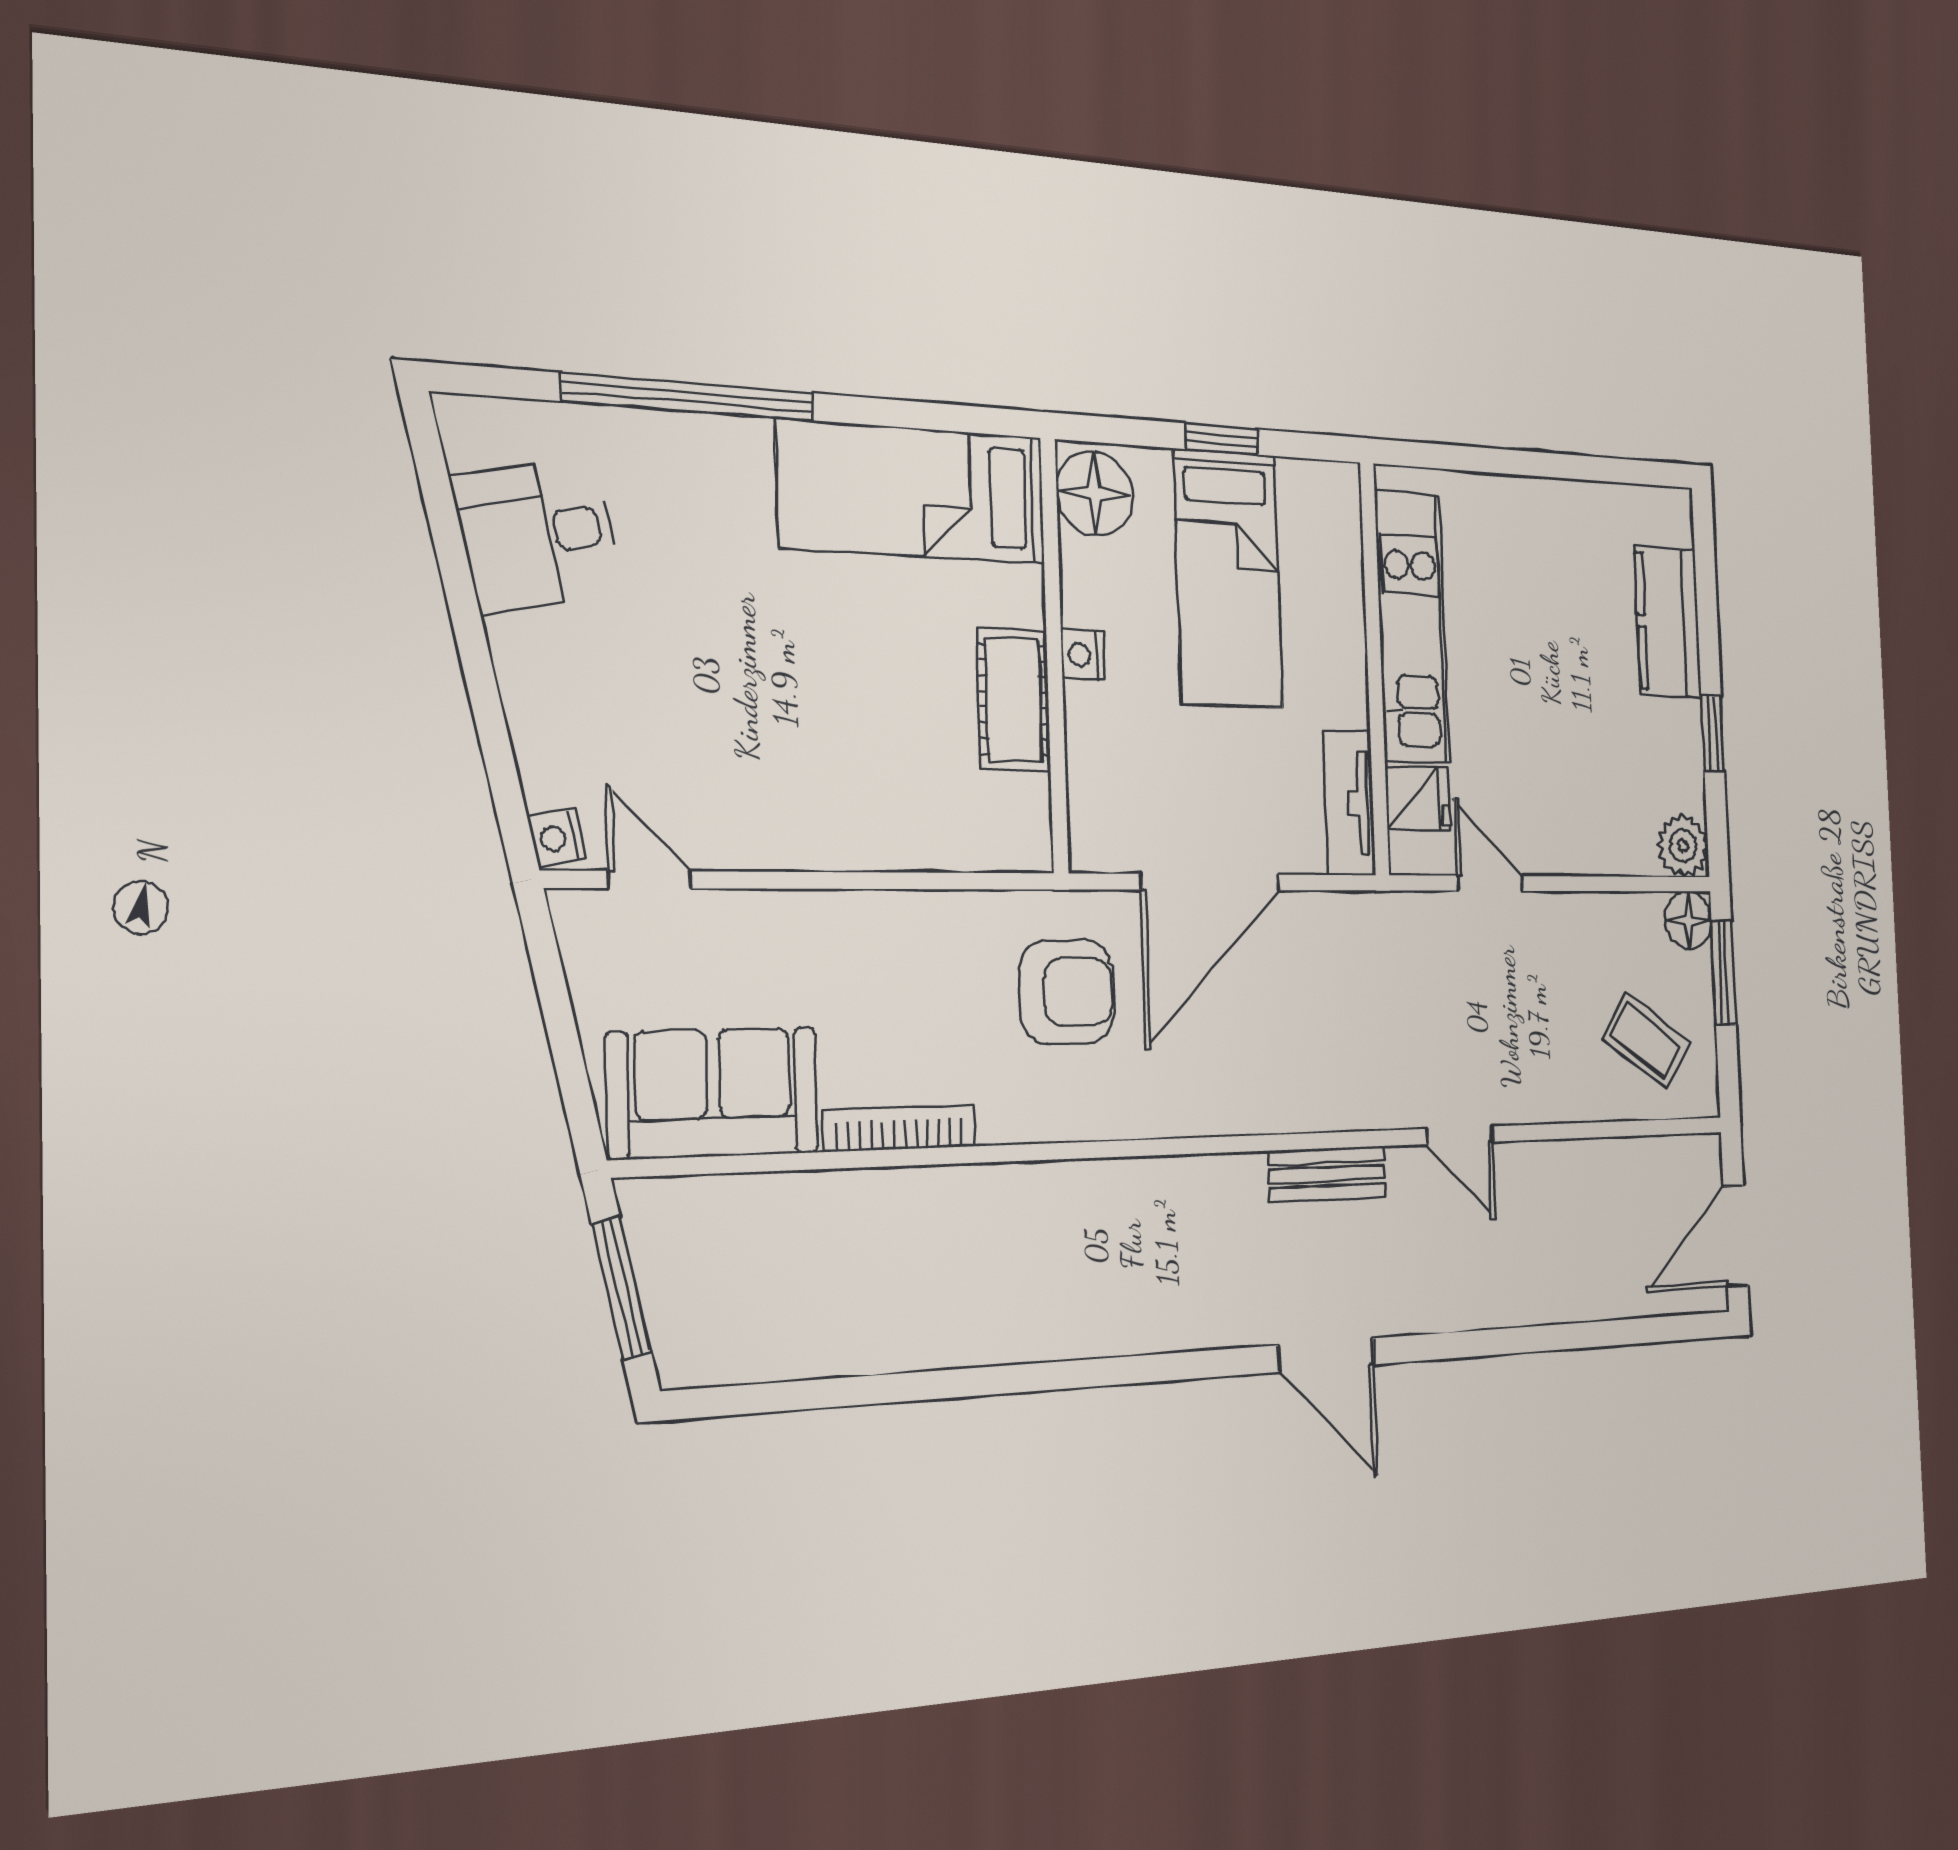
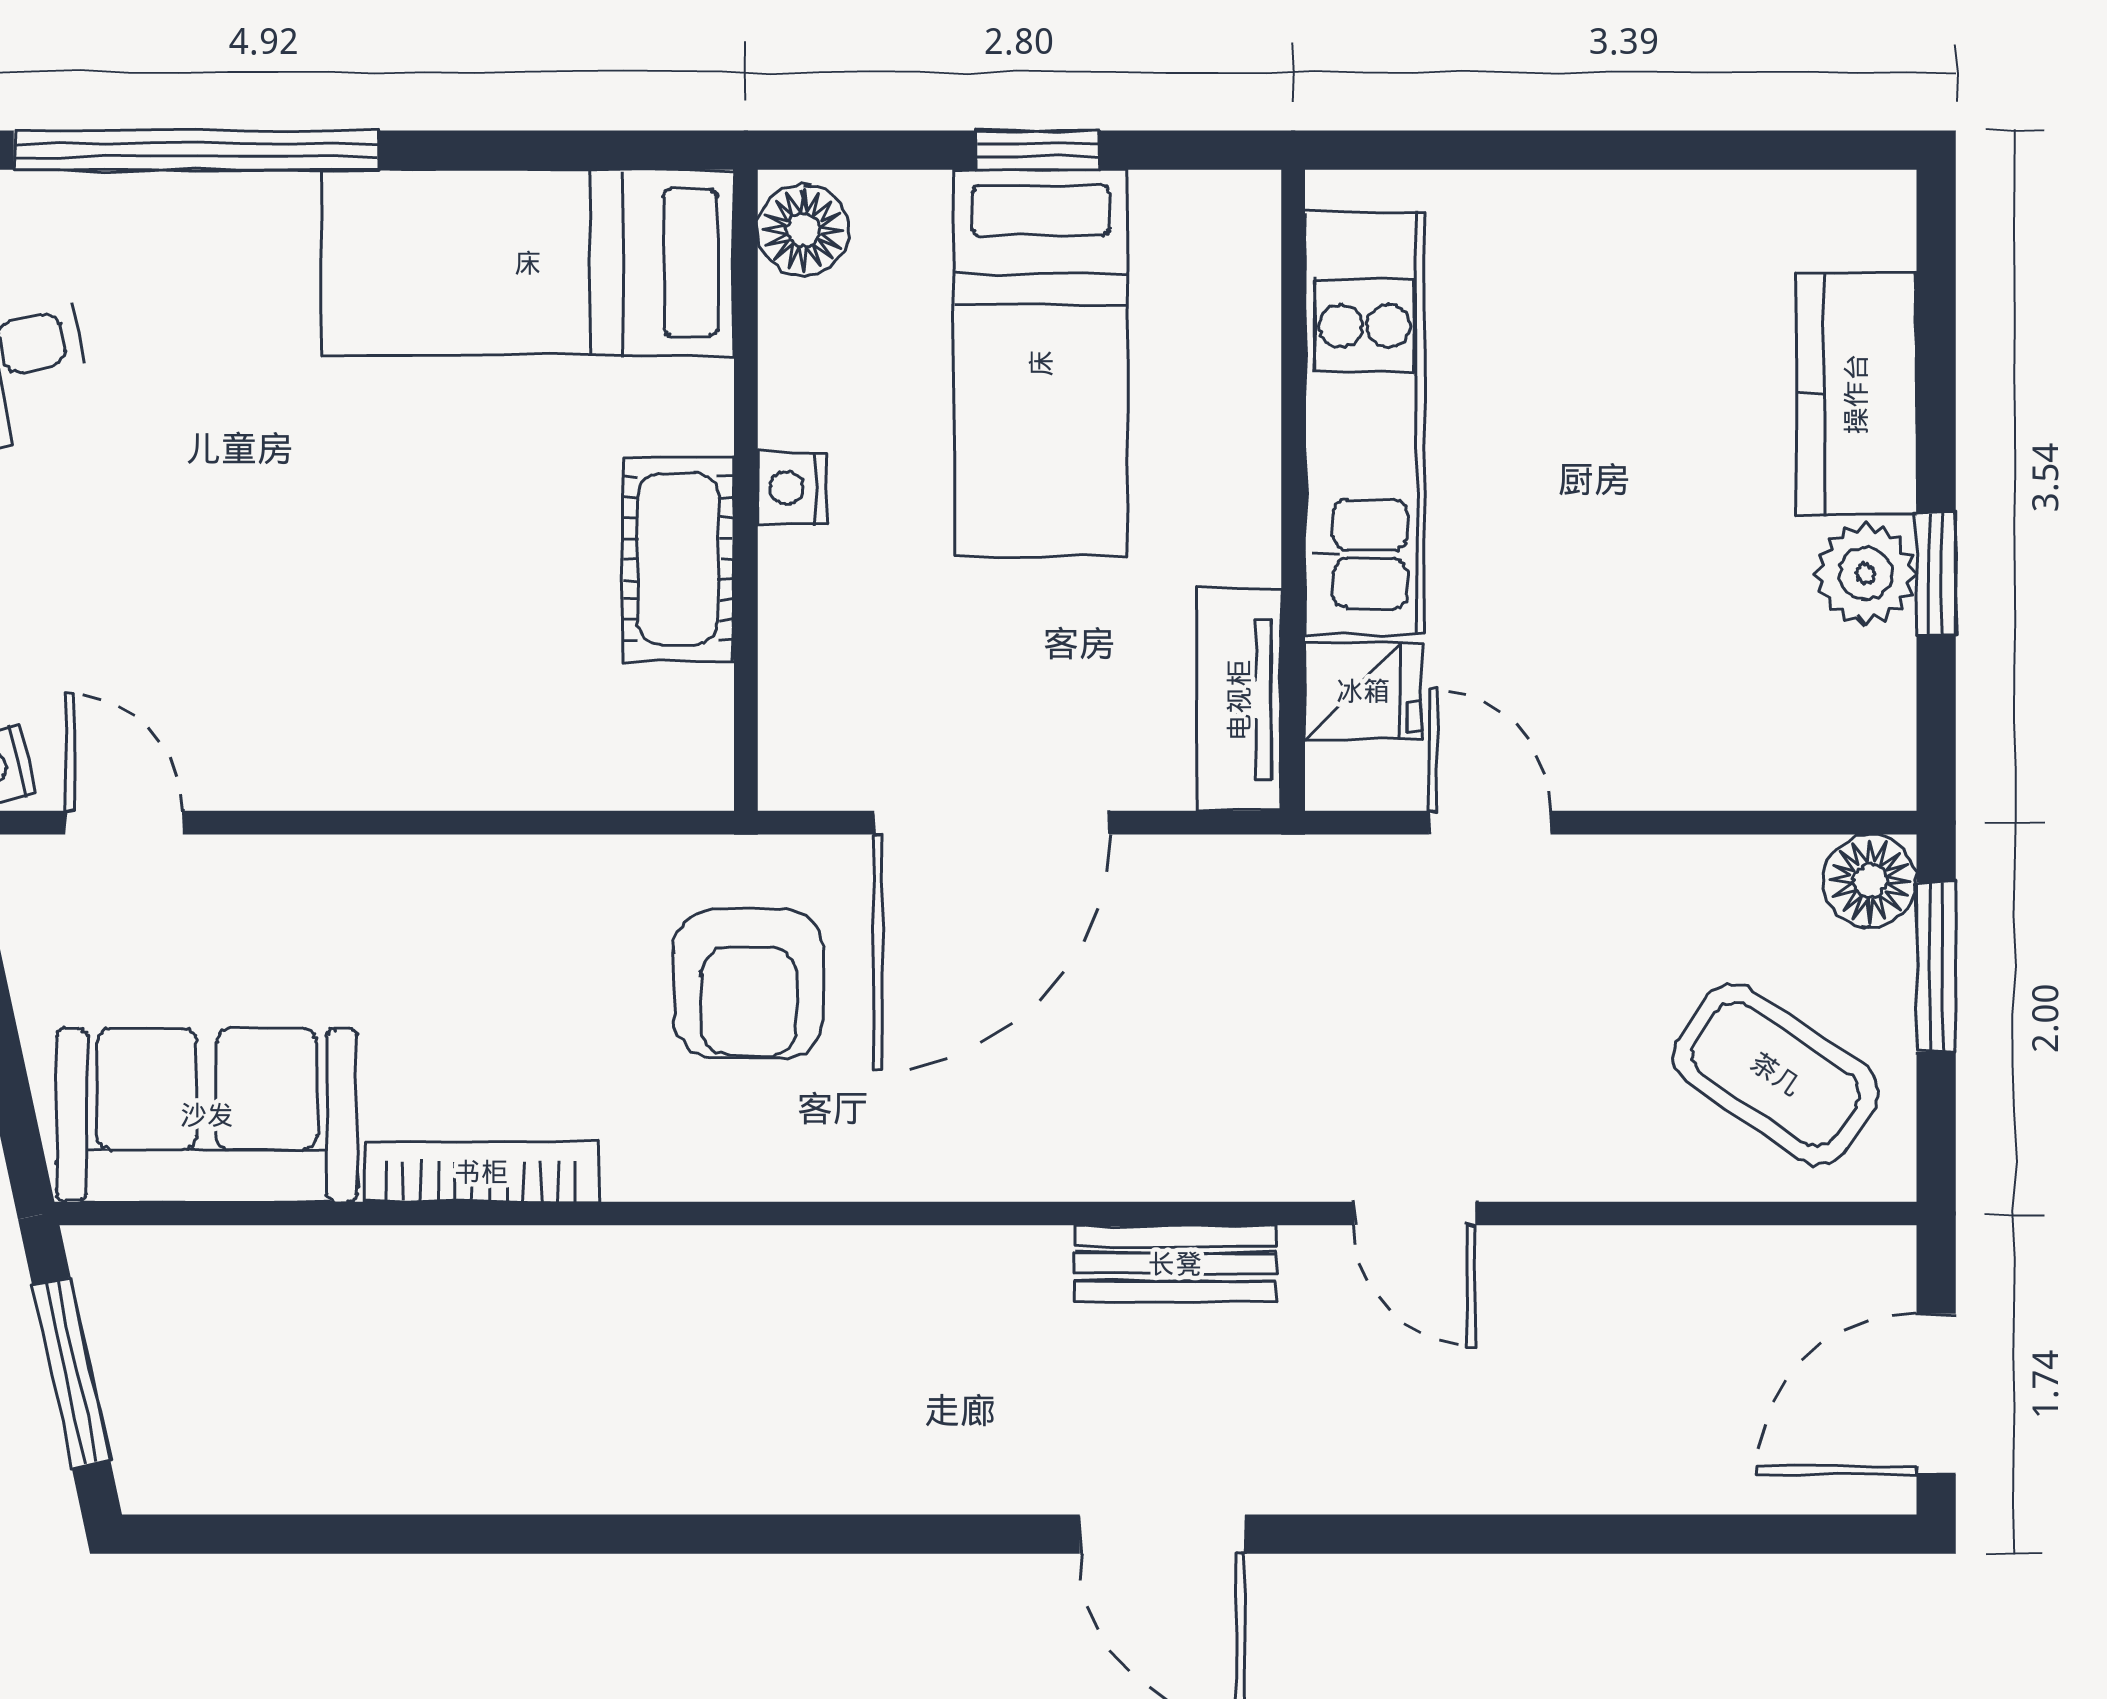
floor lamp: (1095, 494) -> (803, 230), width x0.73, depth x0.73
plant: (1683, 846) -> (1866, 574), moved
armchair: (1067, 992) -> (749, 984), turned 90
coffee table: (1646, 1041) -> (1776, 1074), width x1.36, depth x1.30

